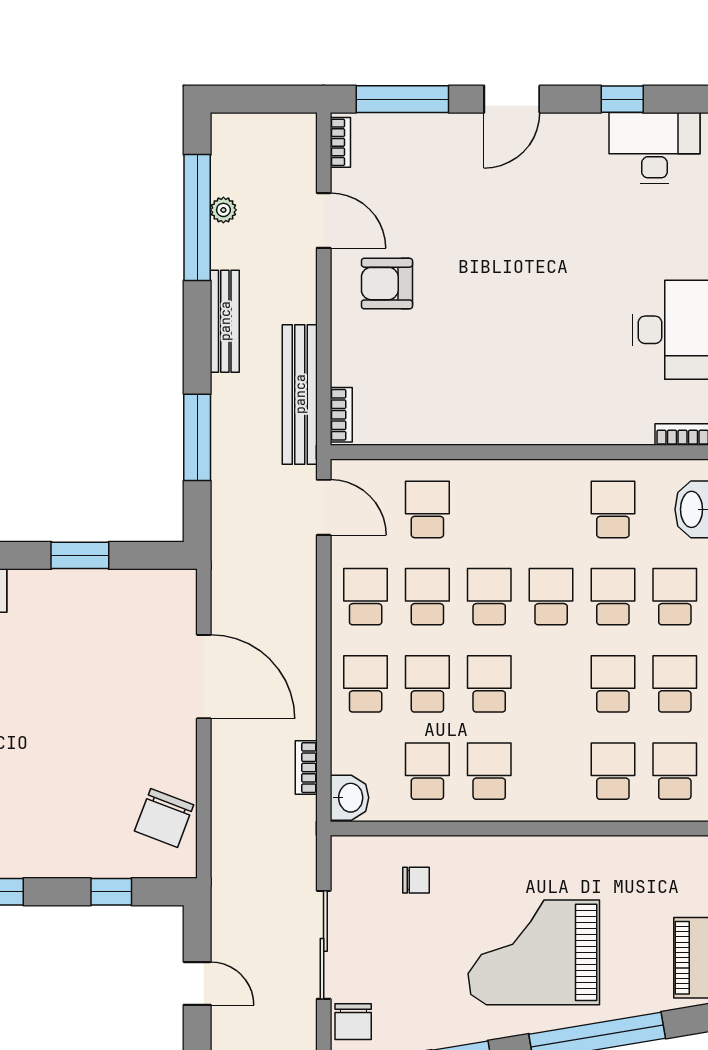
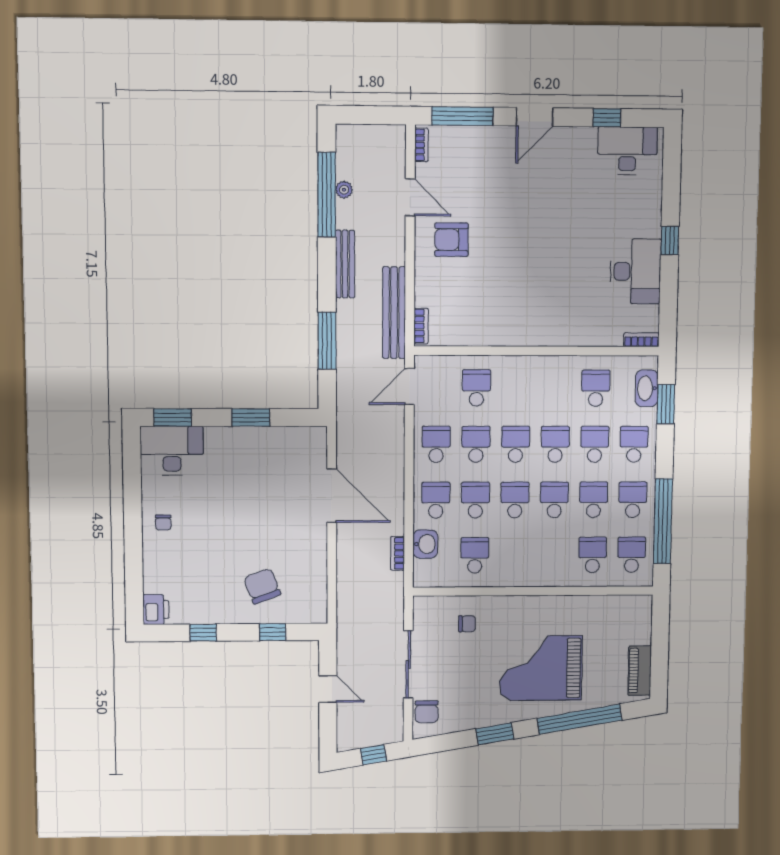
door: (324, 507) -> (409, 386), swing flipped
school desk: (489, 771) -> (554, 500), moved
washbasin: (350, 798) -> (425, 544), moved
chair: (164, 818) -> (262, 586), moved, turned 138

